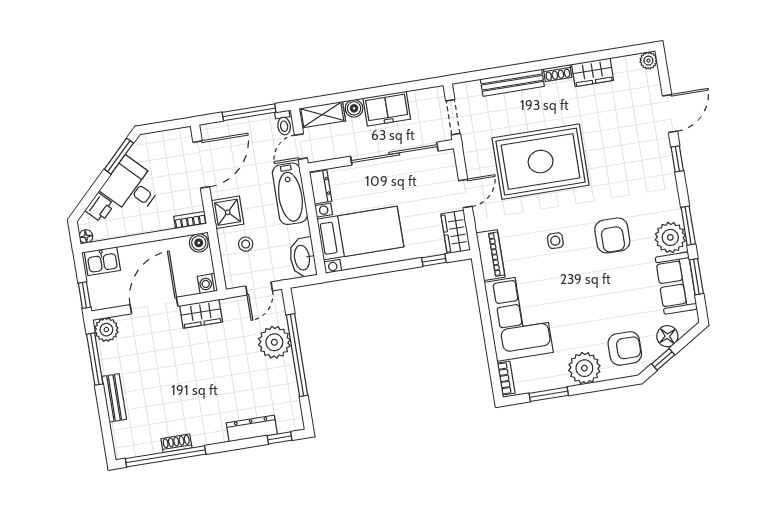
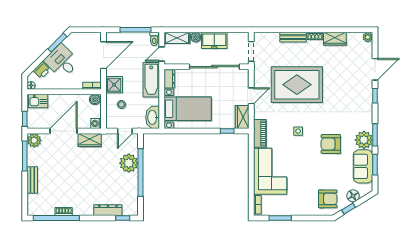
bench: (512, 83) -> (293, 37), width x0.73
armchair: (612, 235) -> (331, 144), moved, turned 90
plant: (584, 368) -> (303, 206), removed

